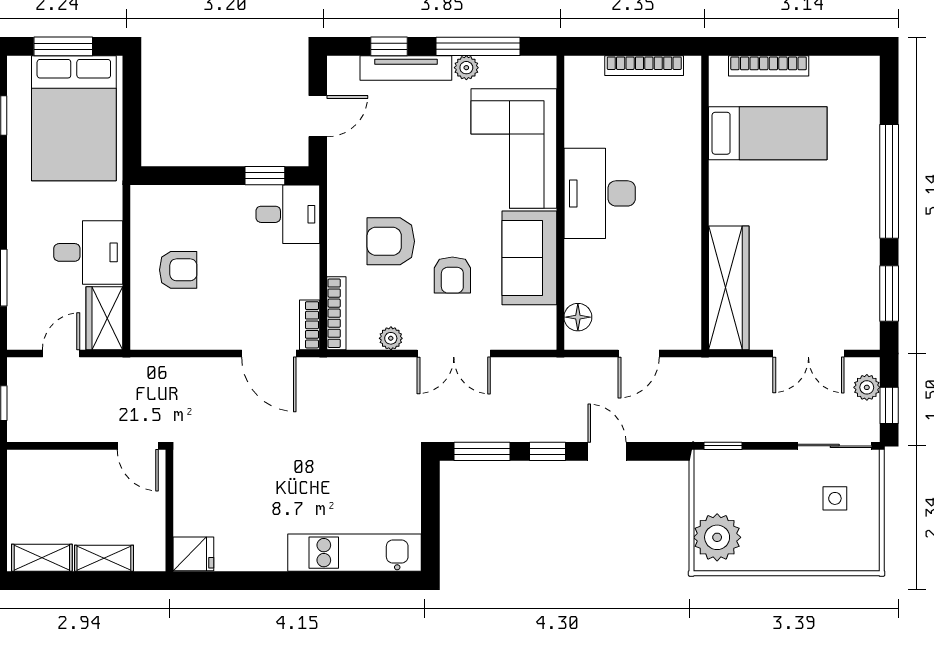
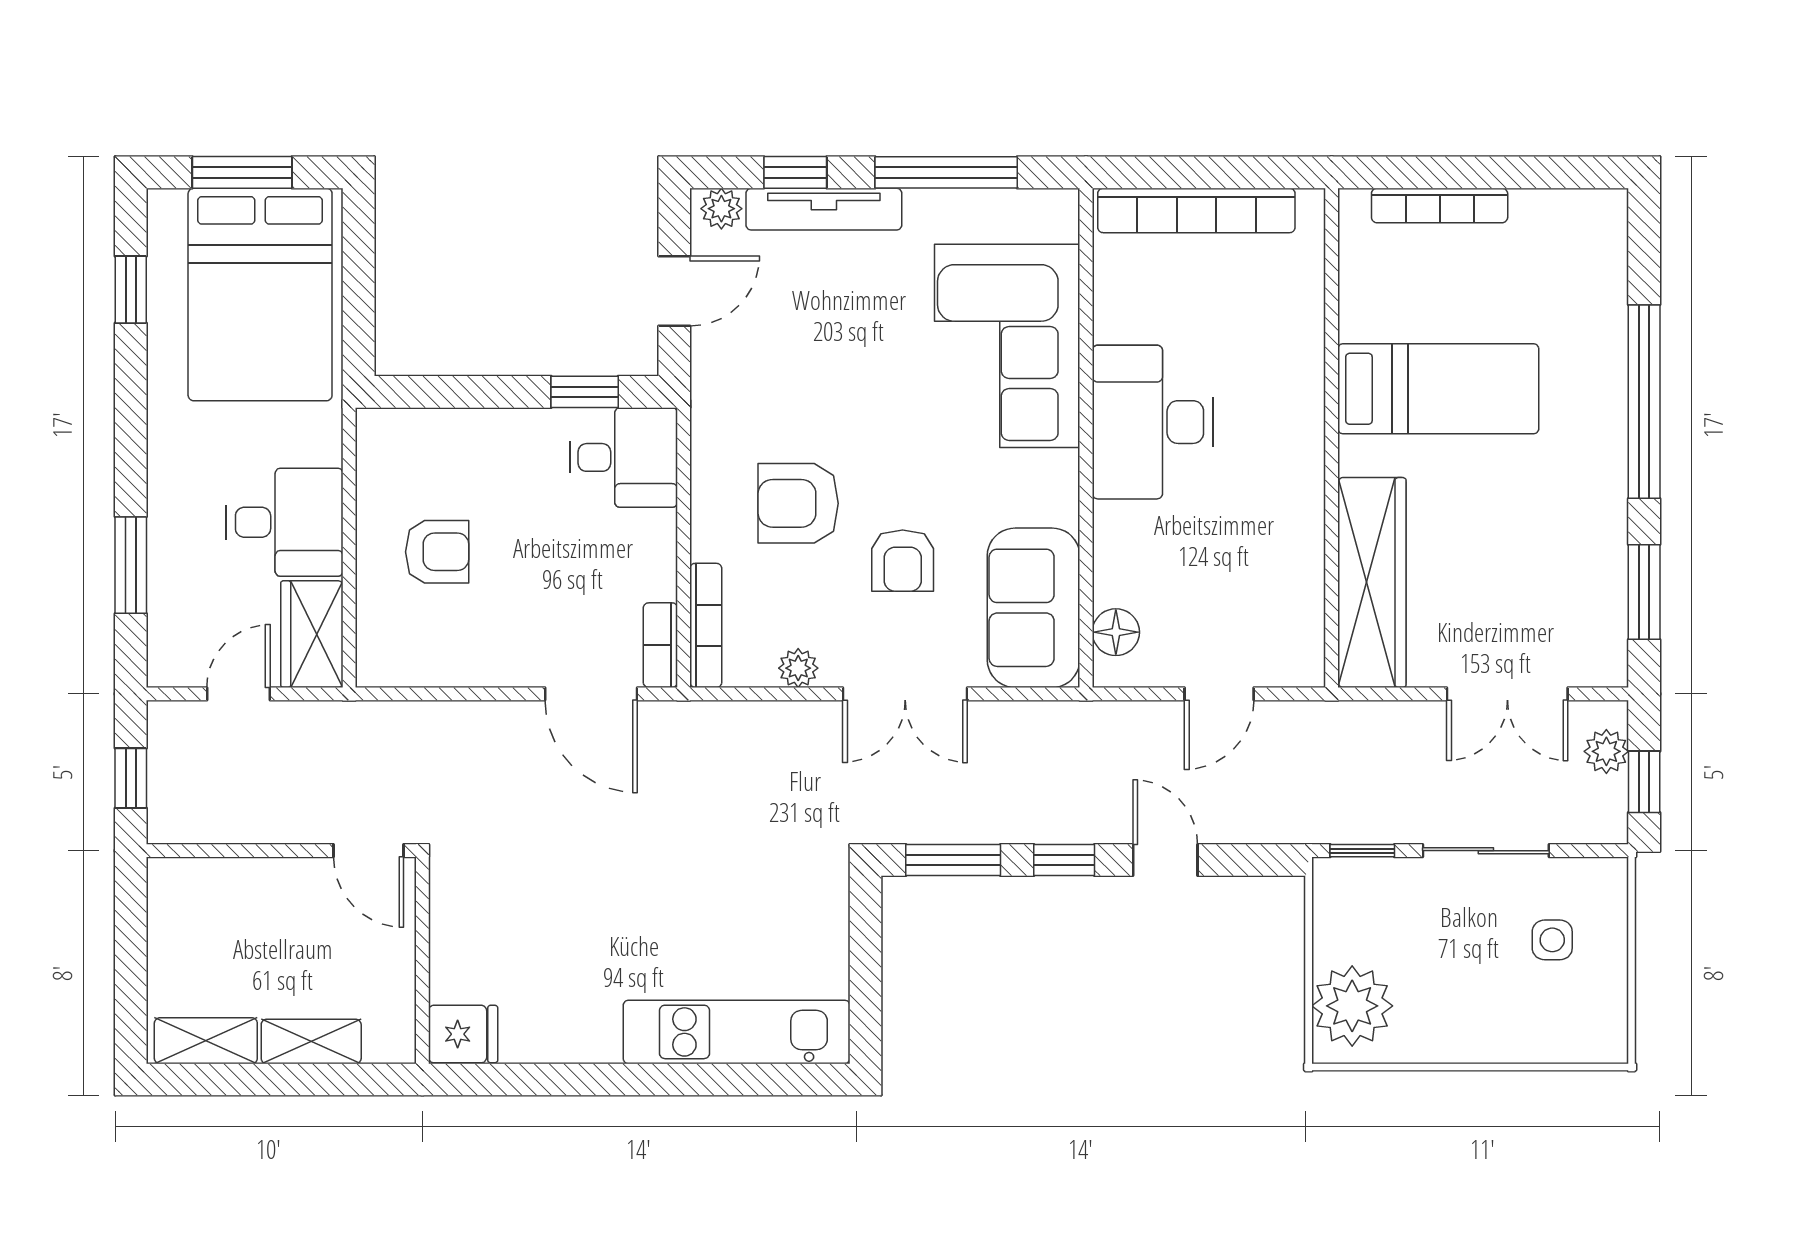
bookcase: (644, 66) -> (1196, 210), width x1.48, depth x1.31
plant: (466, 68) -> (721, 209), moved
bed: (768, 133) -> (1438, 389), moved
sofa: (529, 258) -> (1034, 608), moved
sliding door: (835, 446) -> (1486, 851), moved

